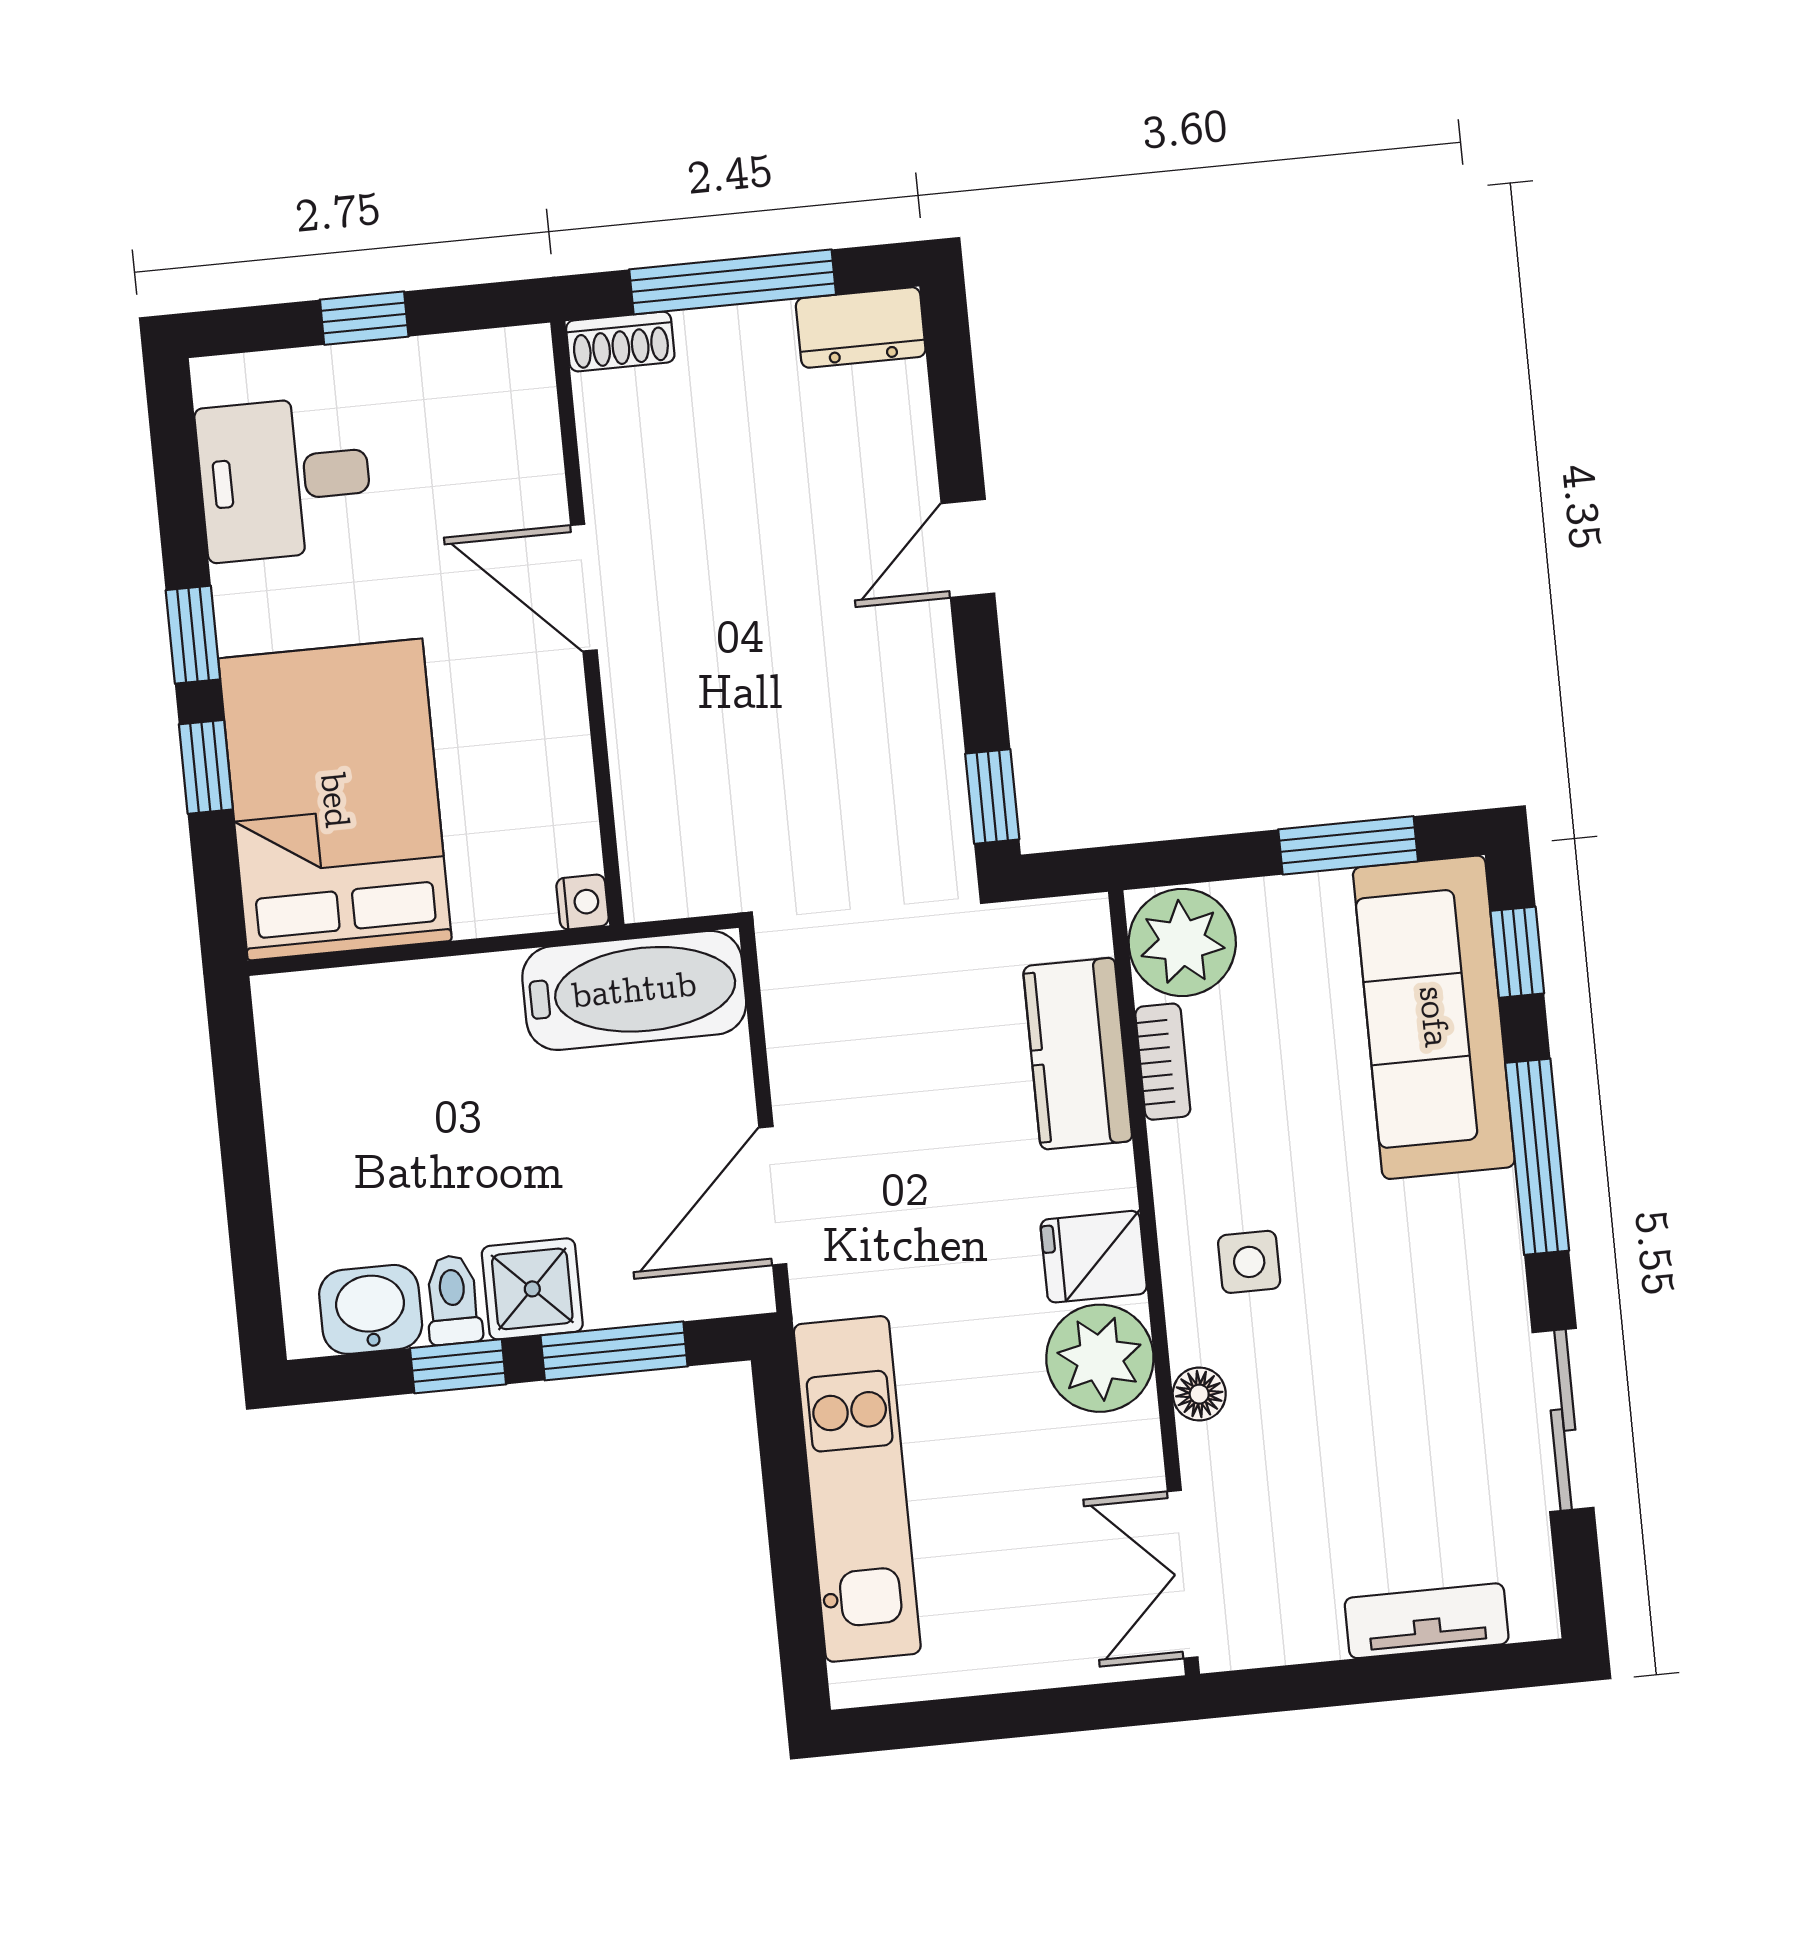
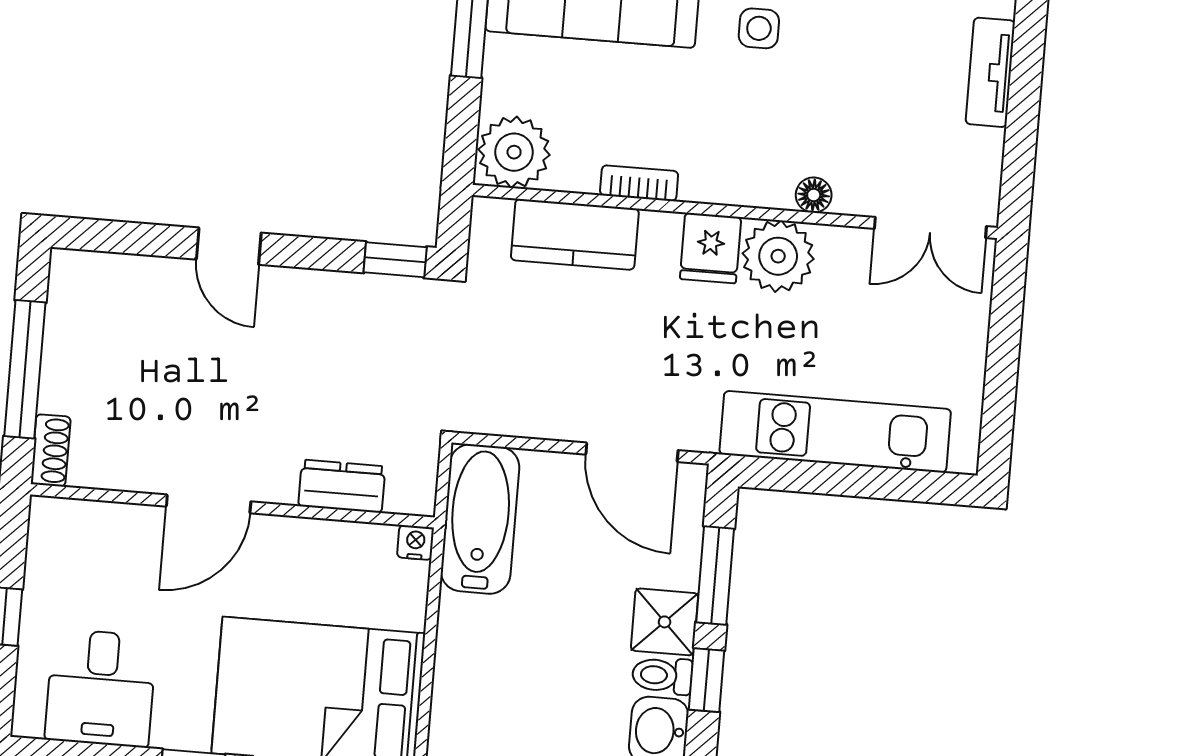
dresser: (861, 327) -> (342, 486), moved, turned -90
bookcase: (1163, 1062) -> (639, 183), moved
side table: (1249, 1262) -> (759, 28), moved

